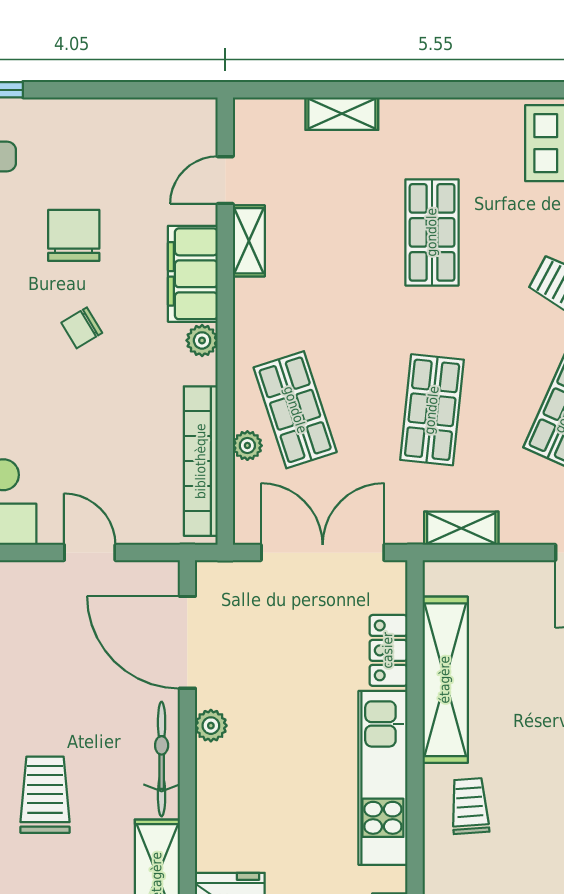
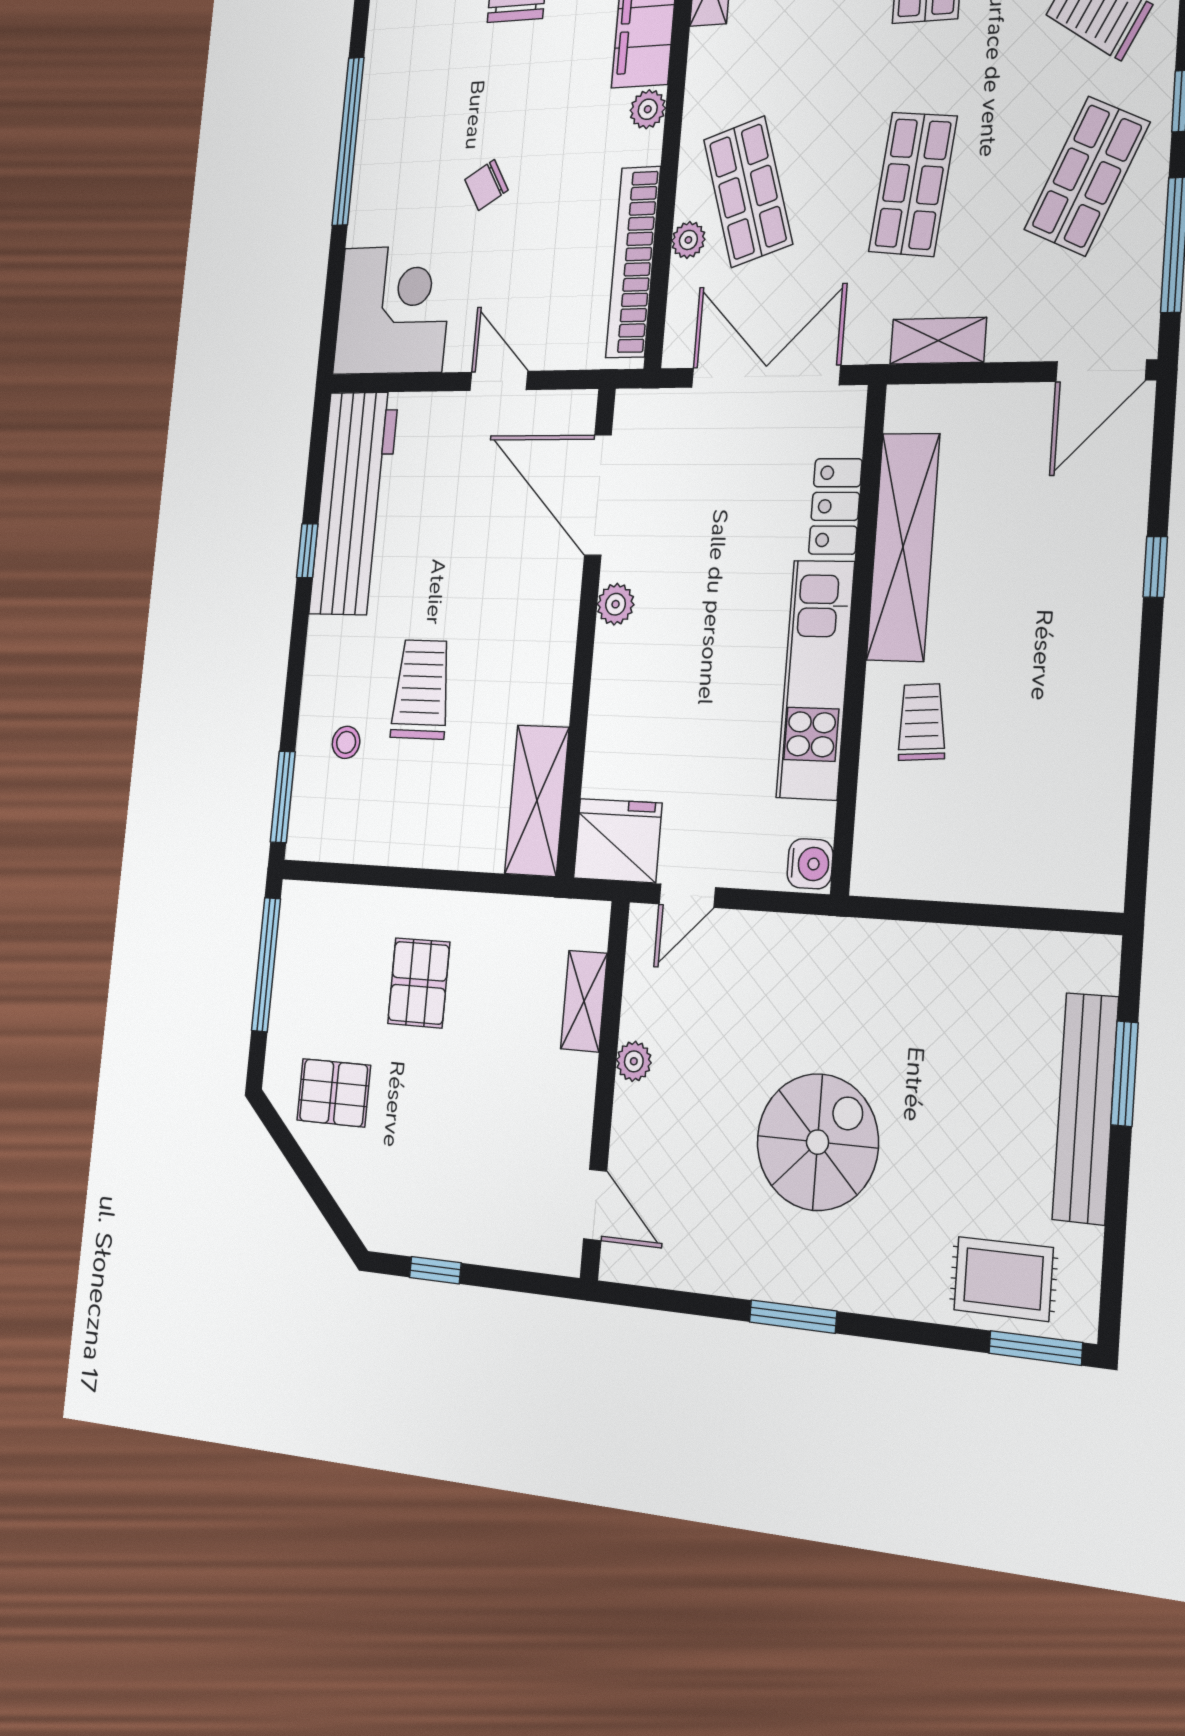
chair: (82, 328) -> (486, 185), moved
bicycle: (162, 759) -> (555, 647), removed

